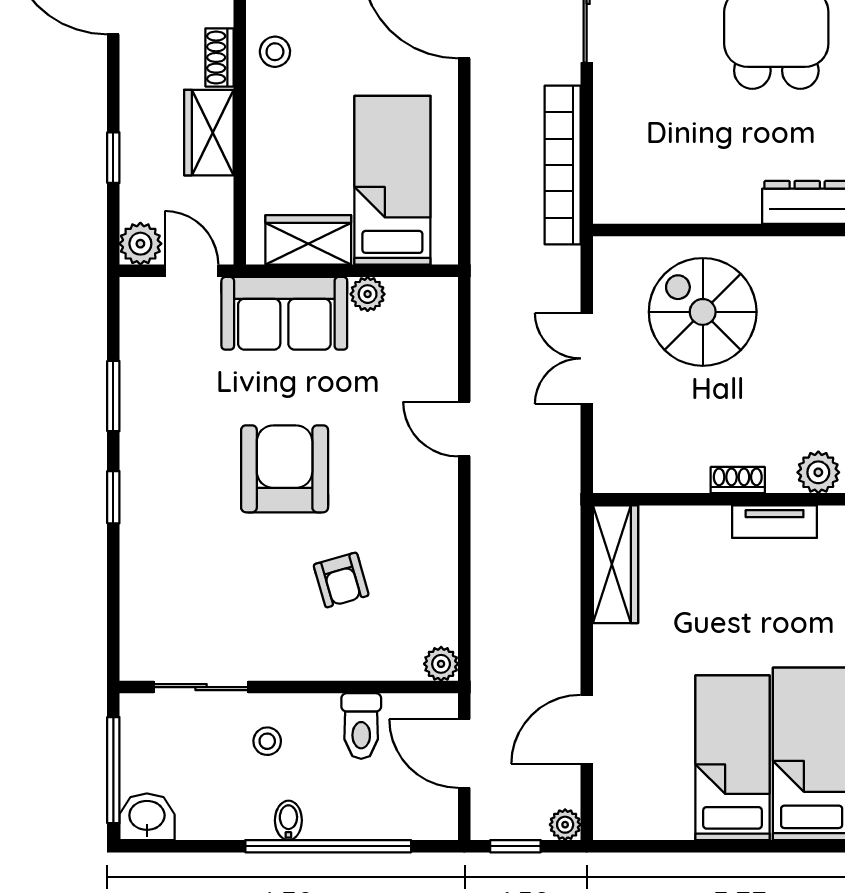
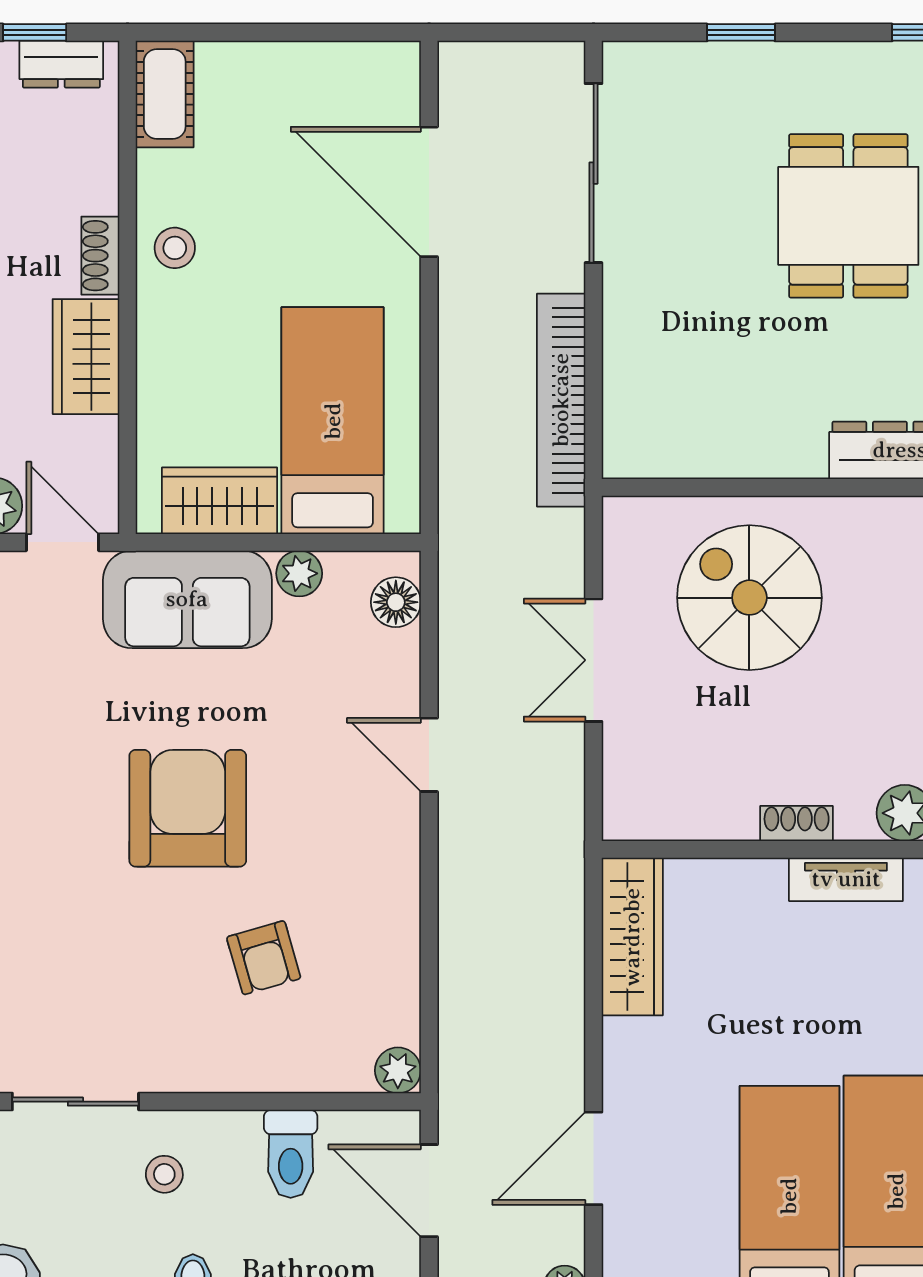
floor lamp: (439, 315) -> (396, 602), added

